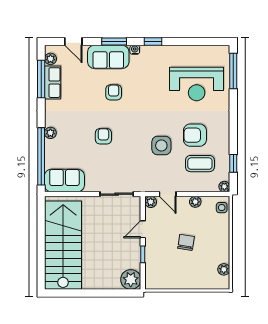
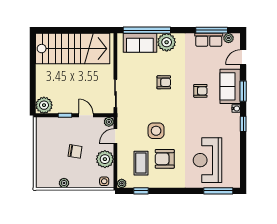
plant: (50, 133) -> (167, 42), width x1.88, depth x1.88
armchair: (195, 135) -> (165, 159), turned -90
sofa: (64, 180) -> (140, 43), moved, turned 90
plant: (195, 202) -> (105, 159), width x1.87, depth x1.87
plant: (224, 269) -> (64, 183), moved

